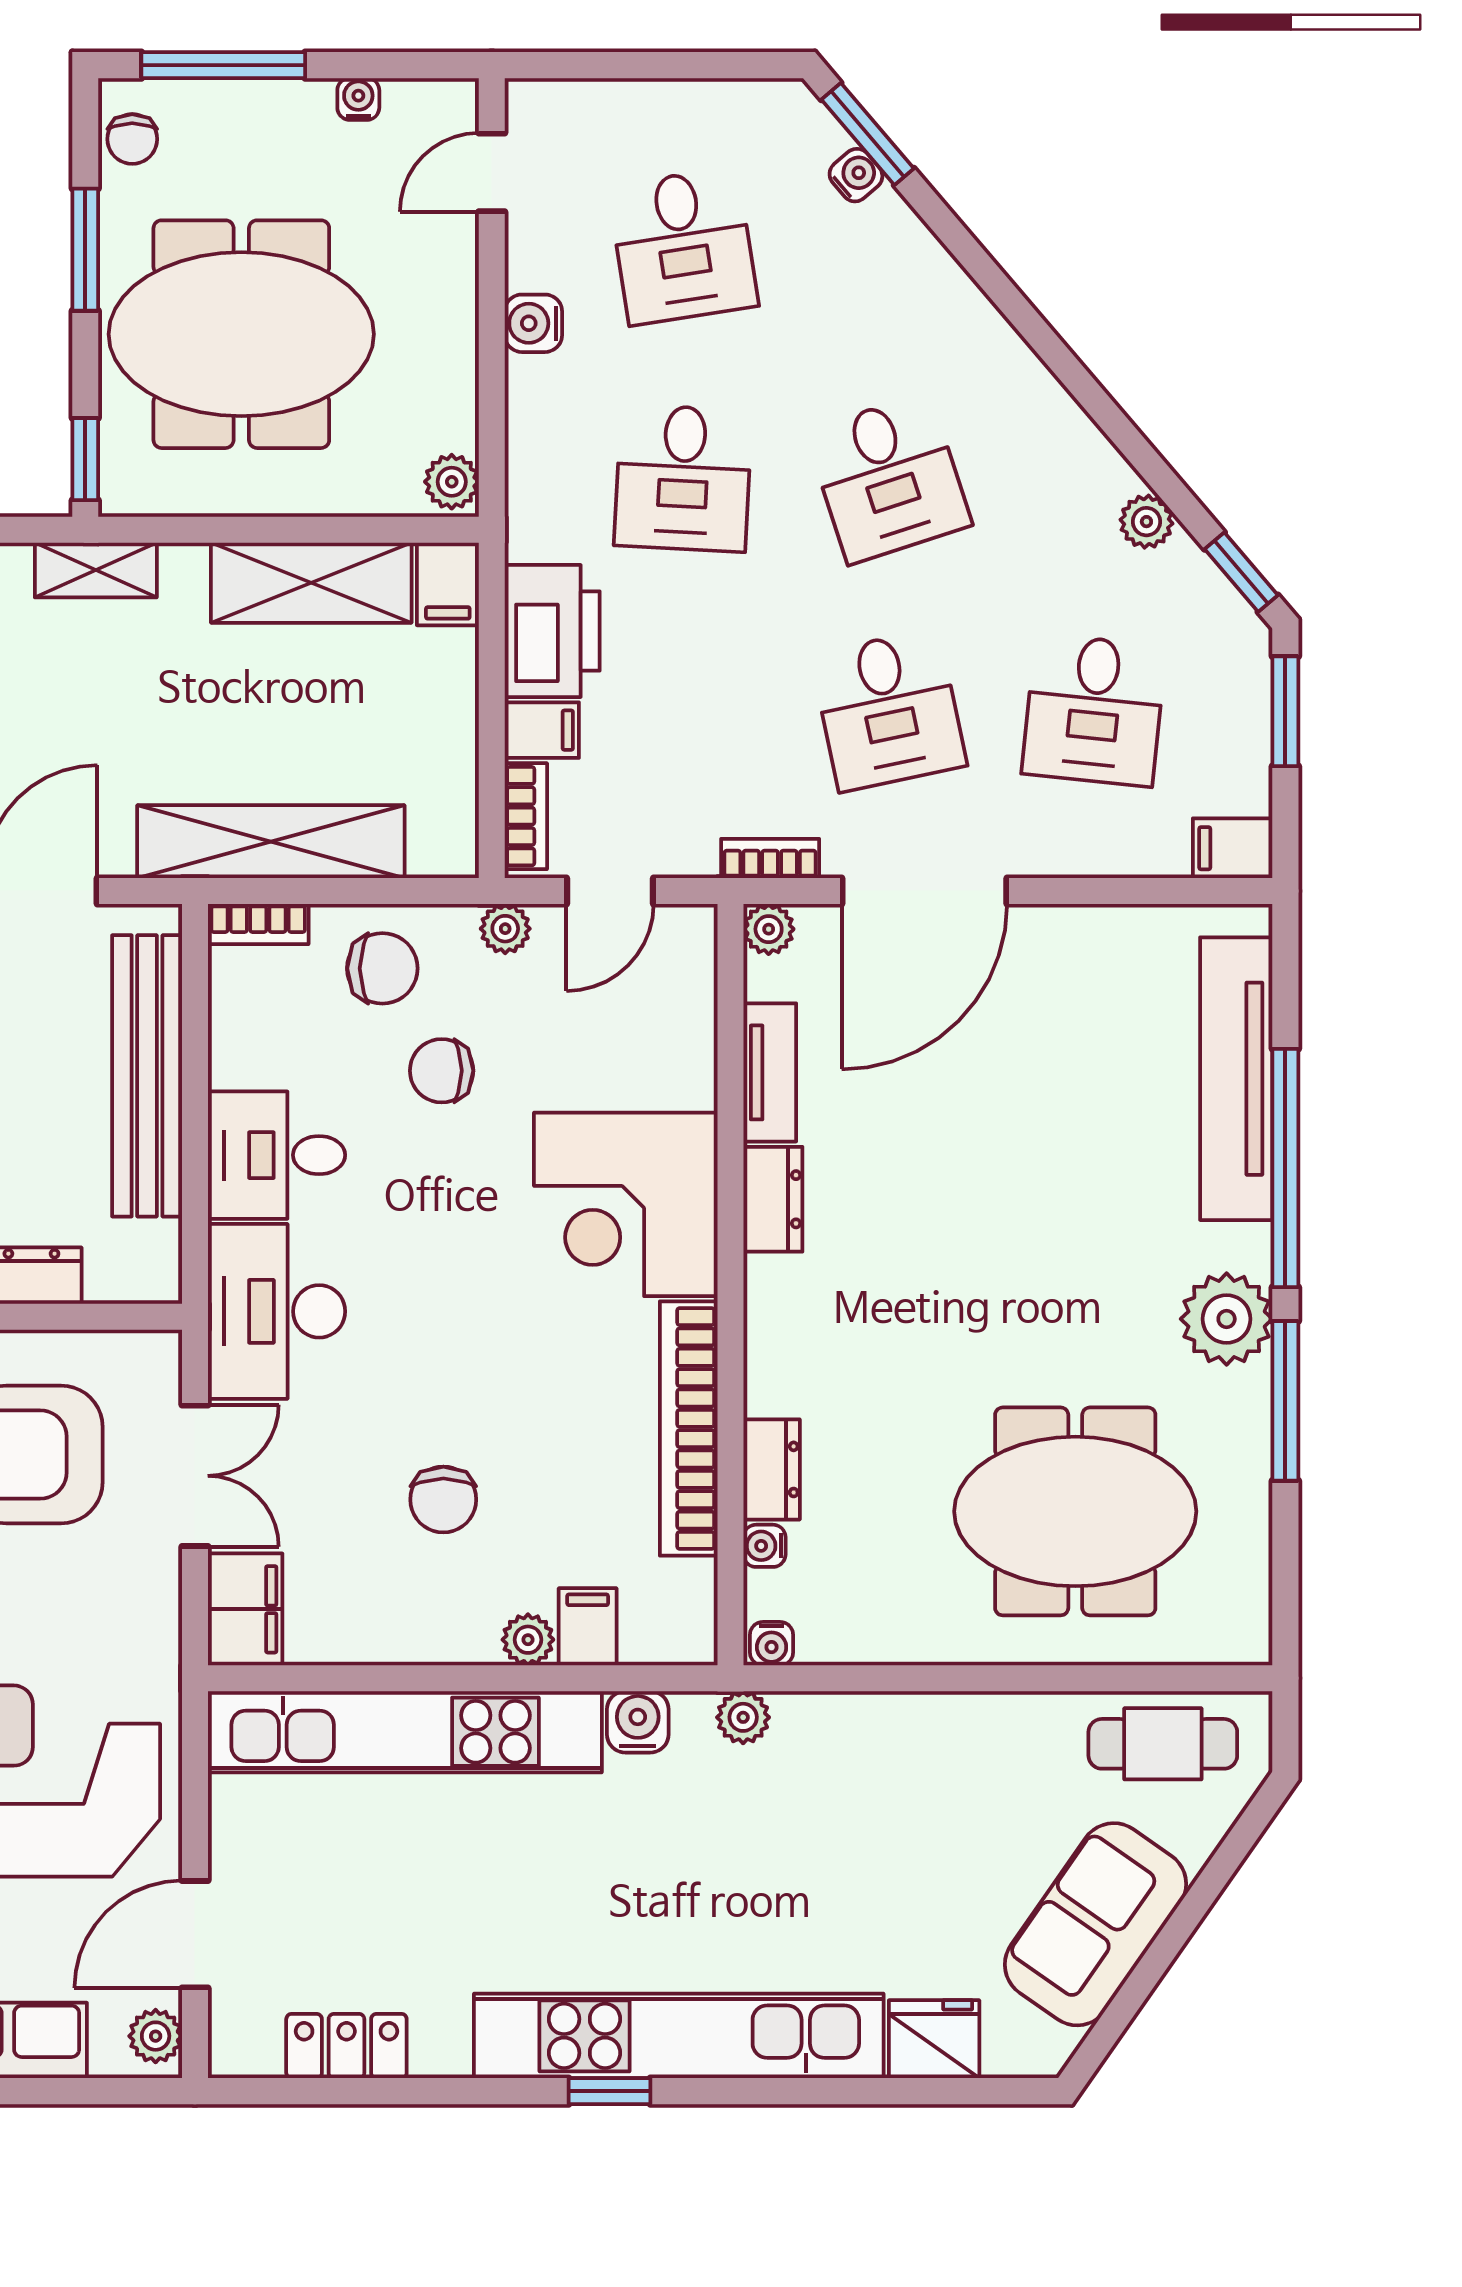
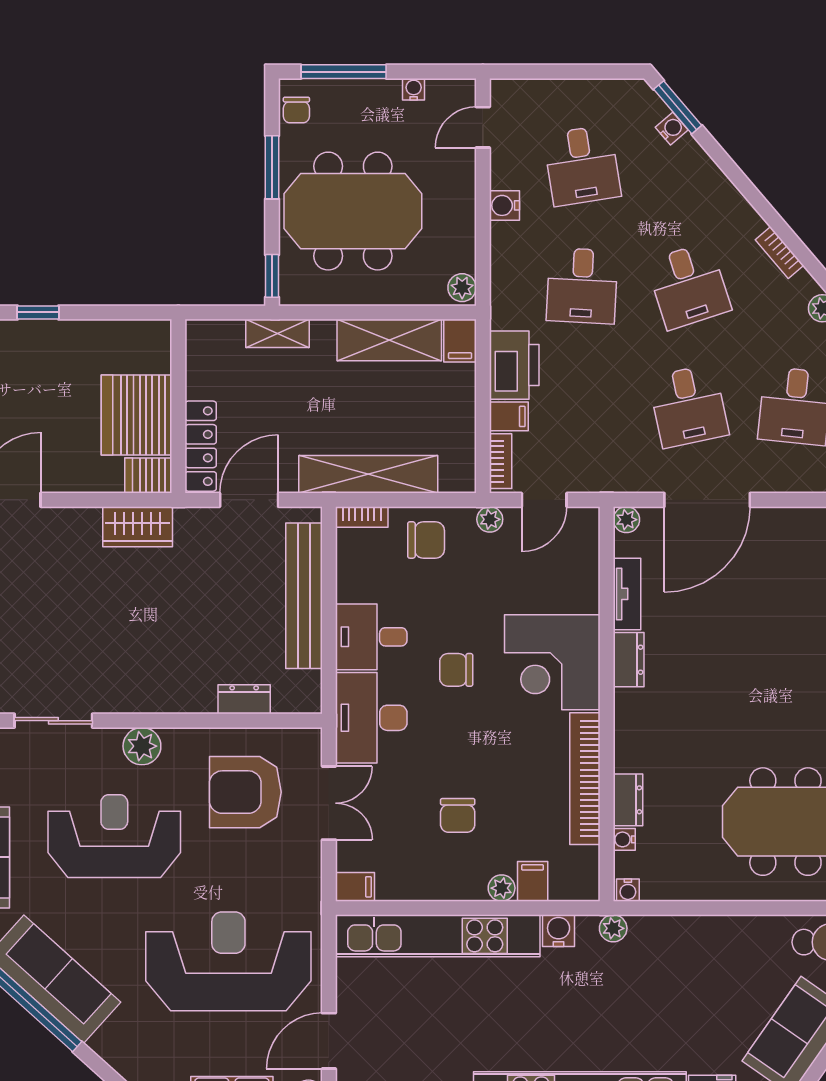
bookcase: (770, 858) -> (779, 253), moved, turned -130
chair: (442, 1071) -> (456, 670), moved
filing cabinet: (245, 1609) -> (355, 887), width x0.50

